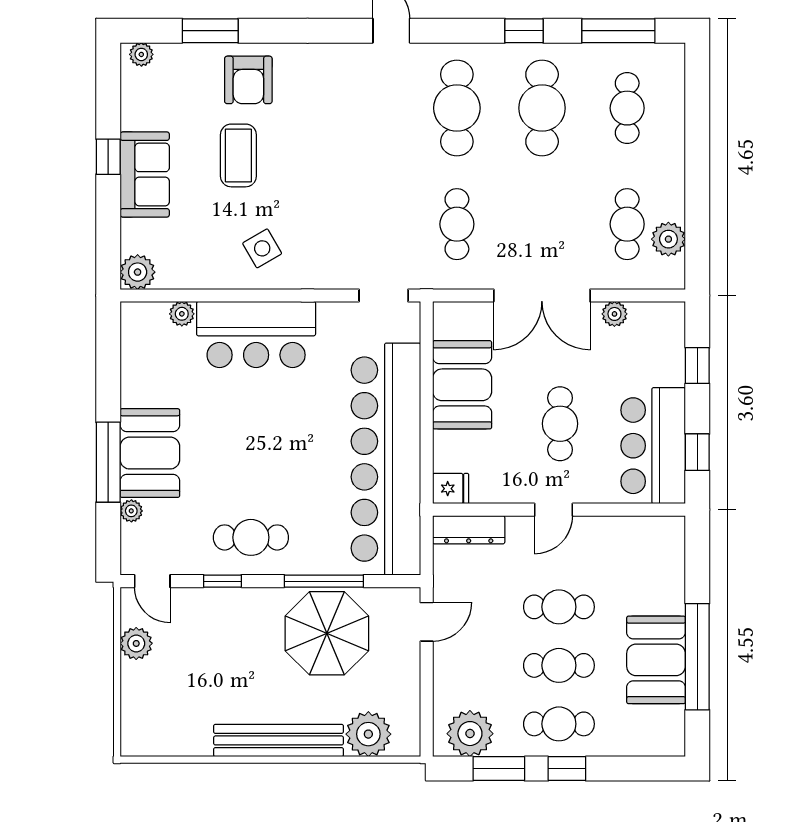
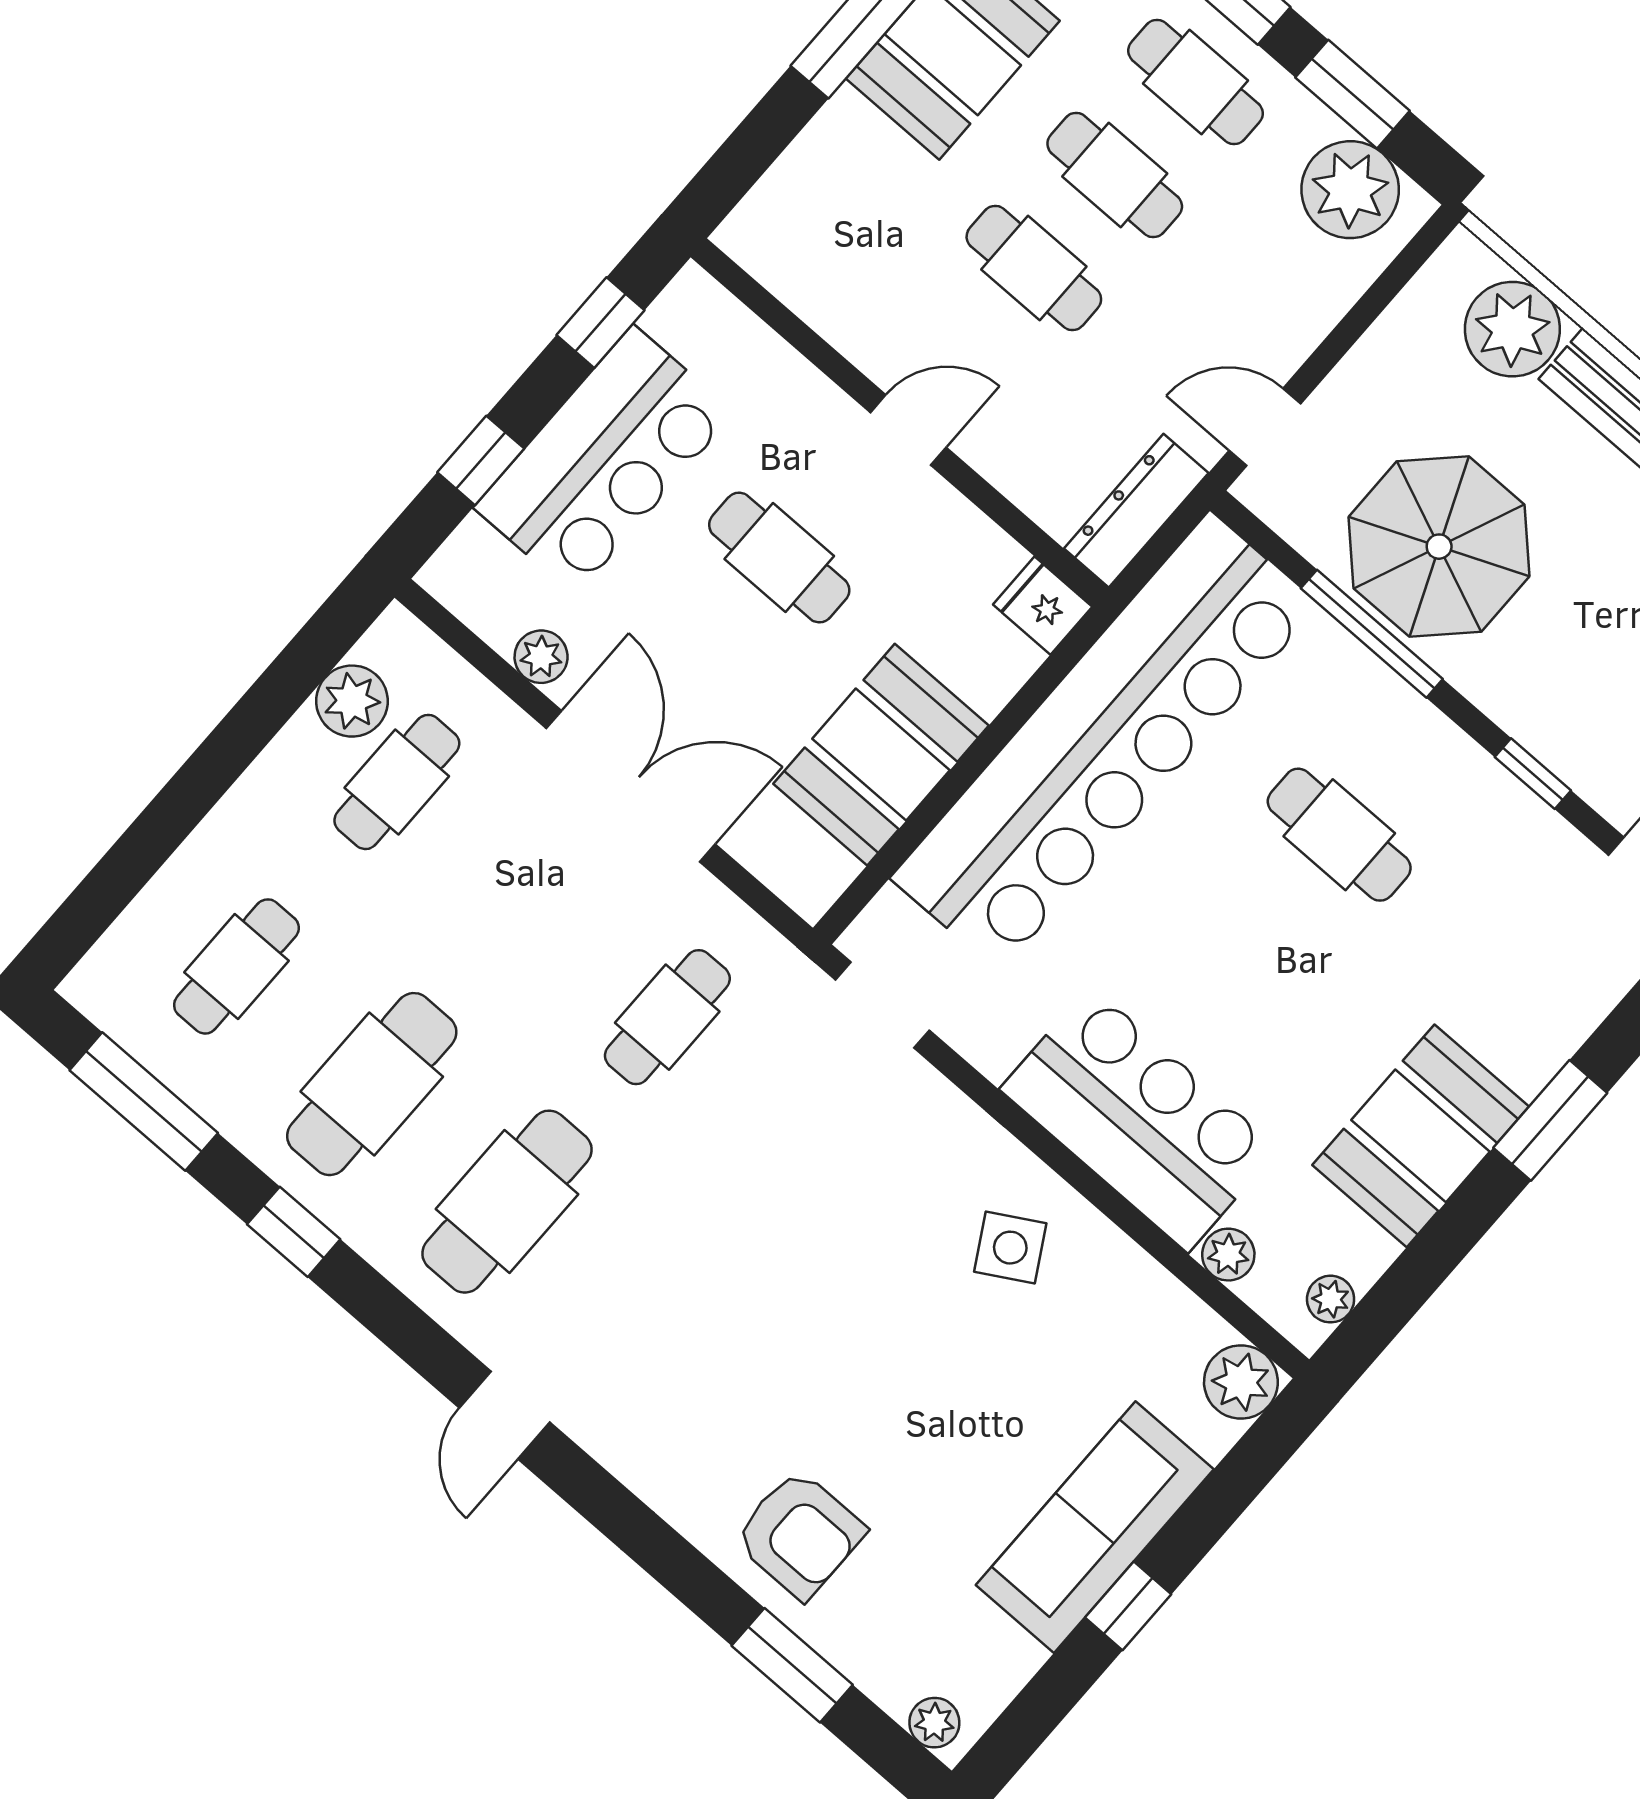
armchair: (248, 80) -> (800, 1534), turned 90
coffee table: (238, 155) -> (920, 1428), removed
sofa: (145, 174) -> (1095, 1527), width x1.36
cafe table: (560, 424) -> (779, 557), turned 90
bar counter: (653, 446) -> (604, 460), moved
booth: (150, 453) -> (1421, 1136), moved
window: (108, 462) -> (1550, 1120), width x0.69
plant: (131, 511) -> (1331, 1299), moved
dresser: (469, 530) -> (1136, 511), moved, turned -90
cafe table: (251, 537) -> (1339, 835), moved

